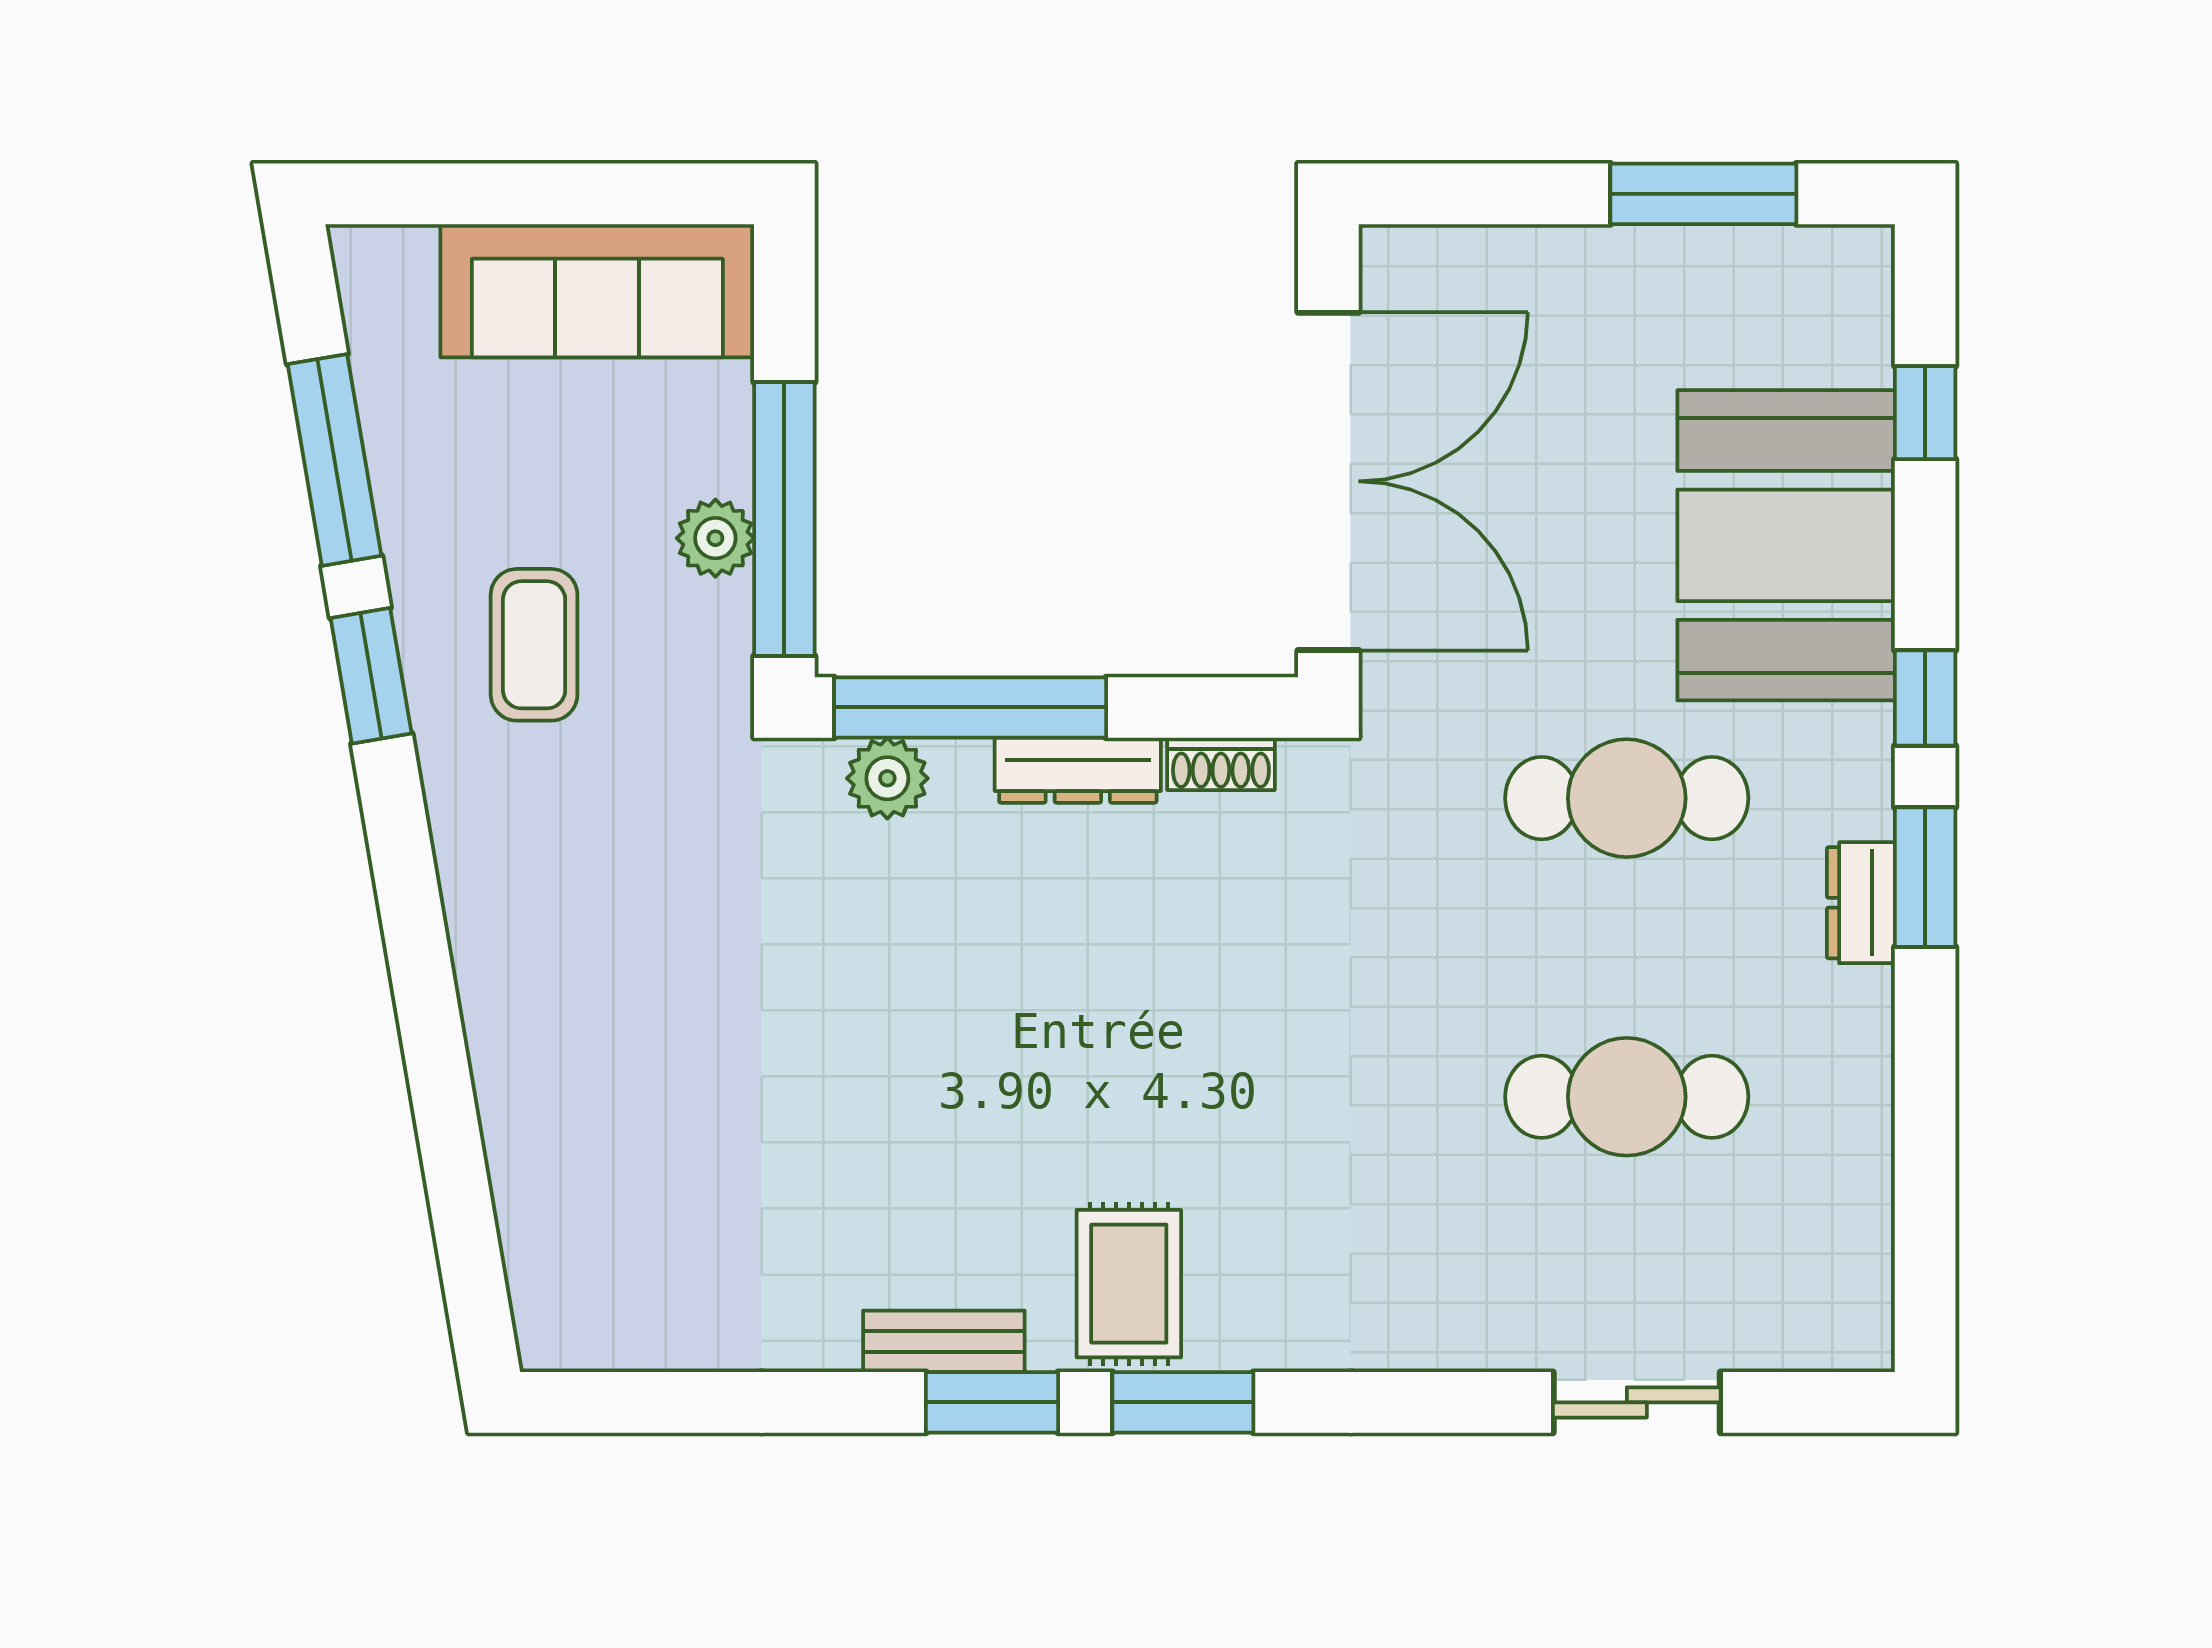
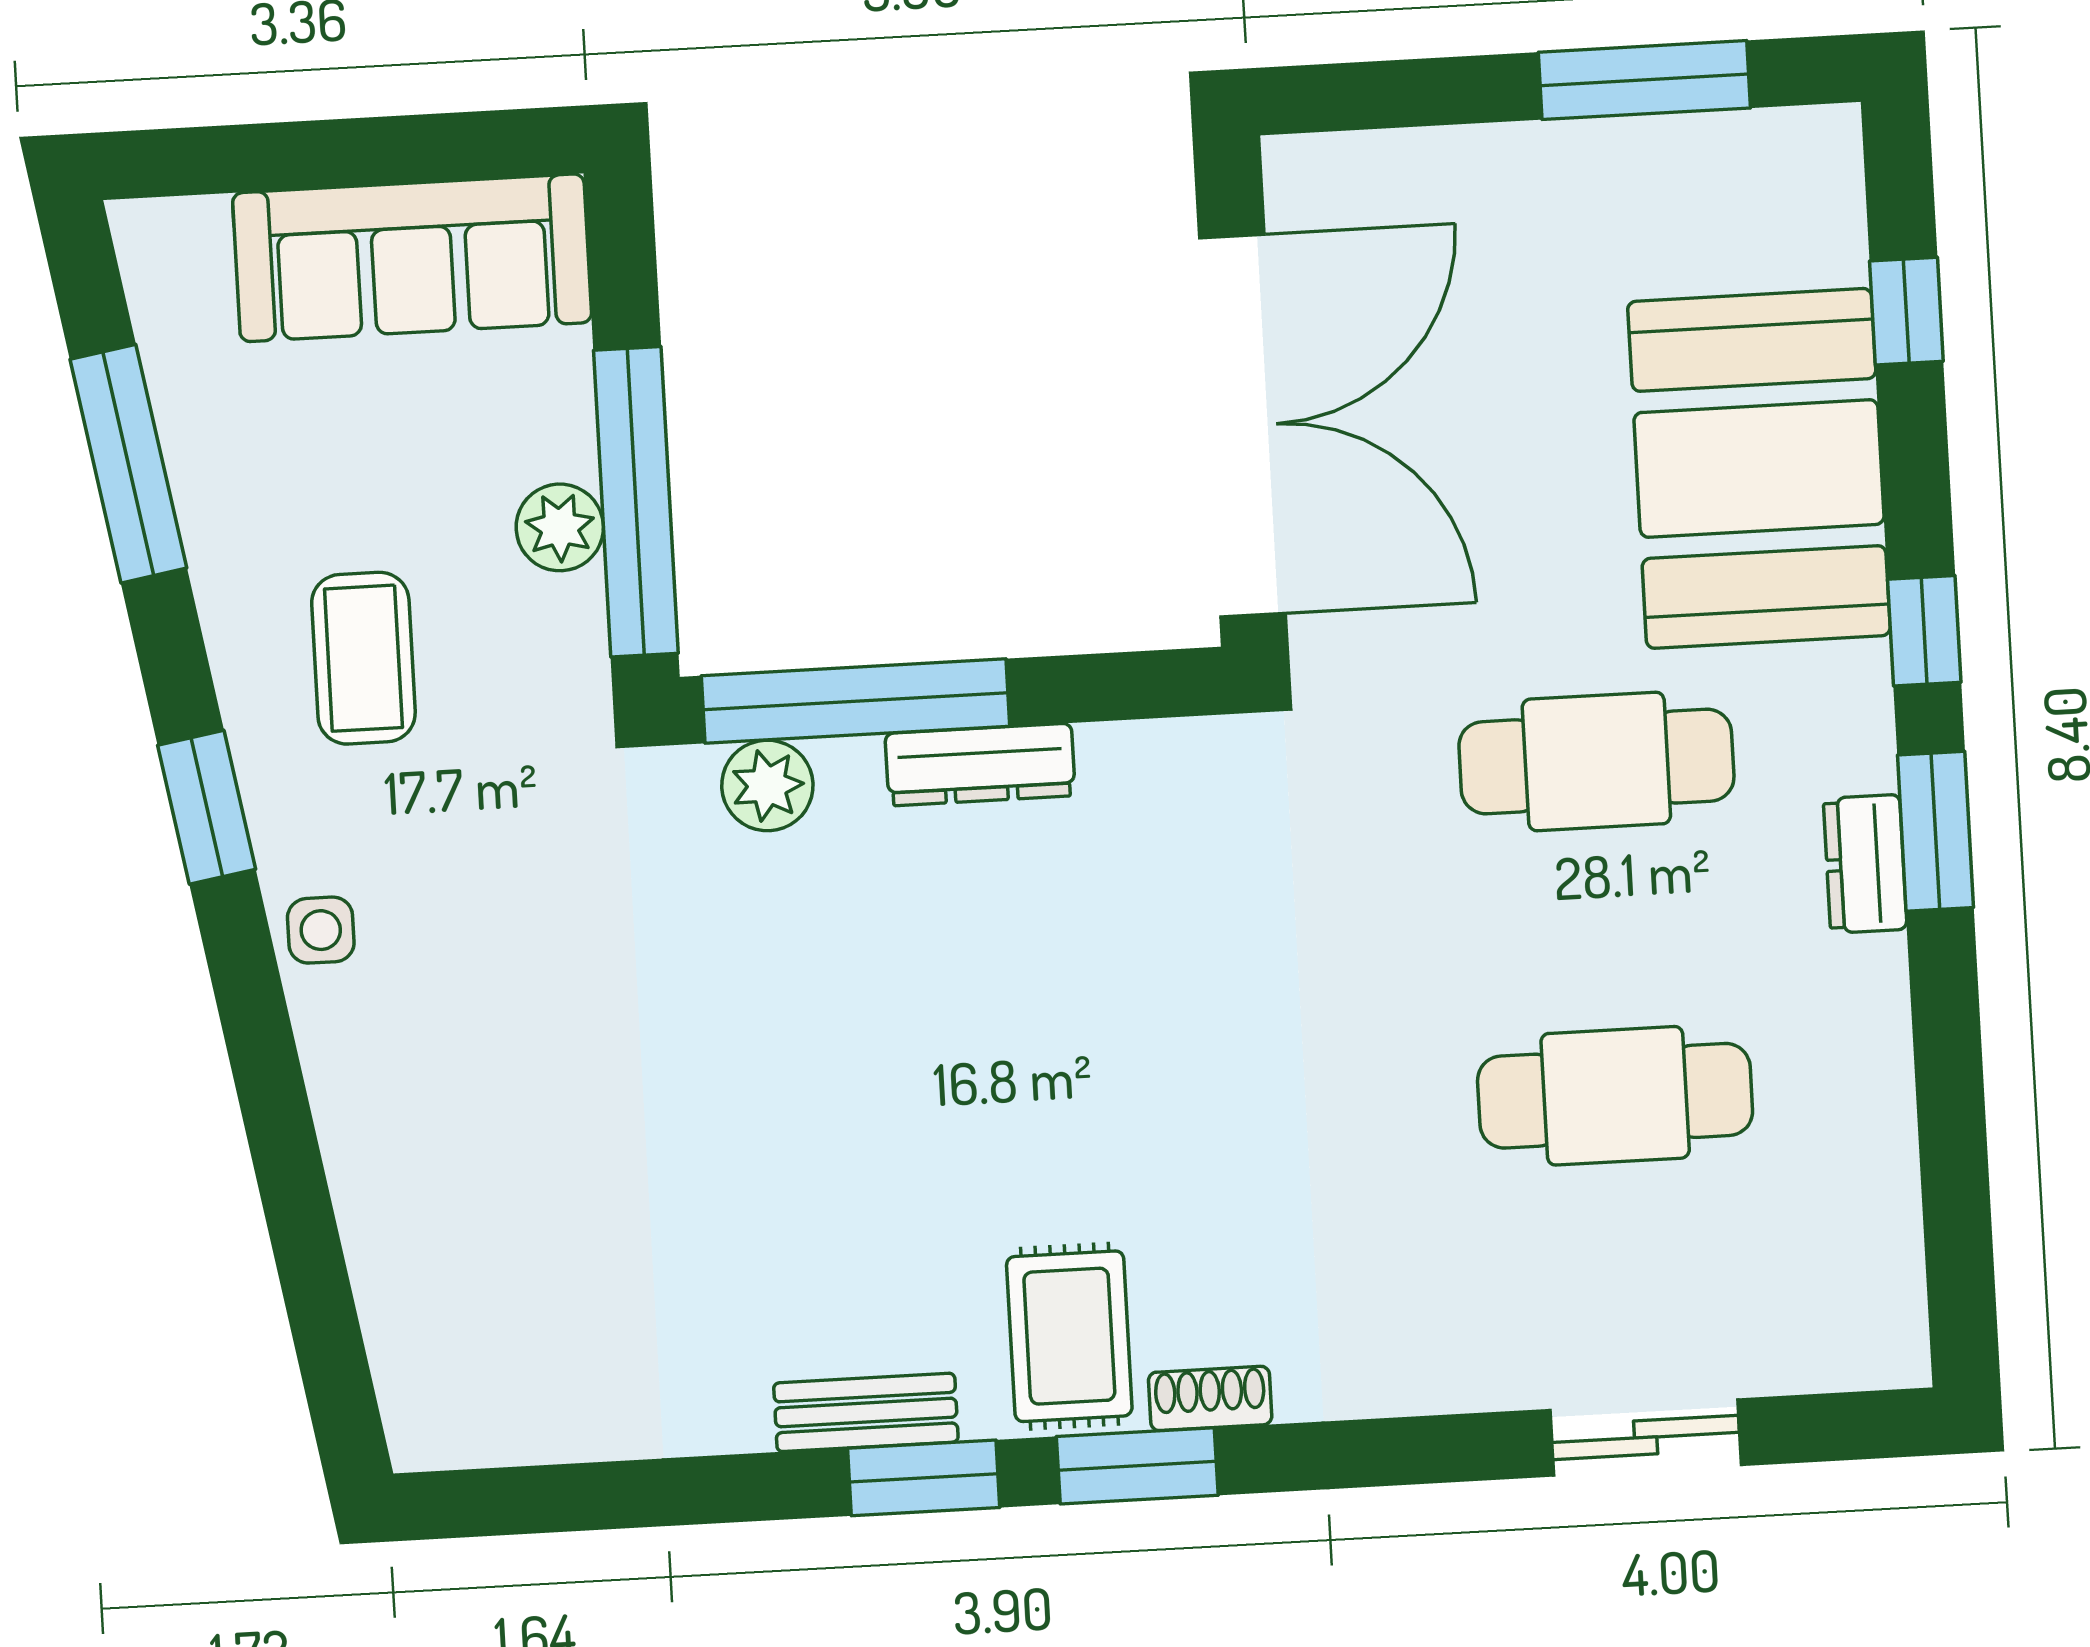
window: (371, 676) -> (207, 807), moved
shoe rack: (1221, 764) -> (1210, 1398), moved, turned 180
side table: (483, 885) -> (321, 930), added

